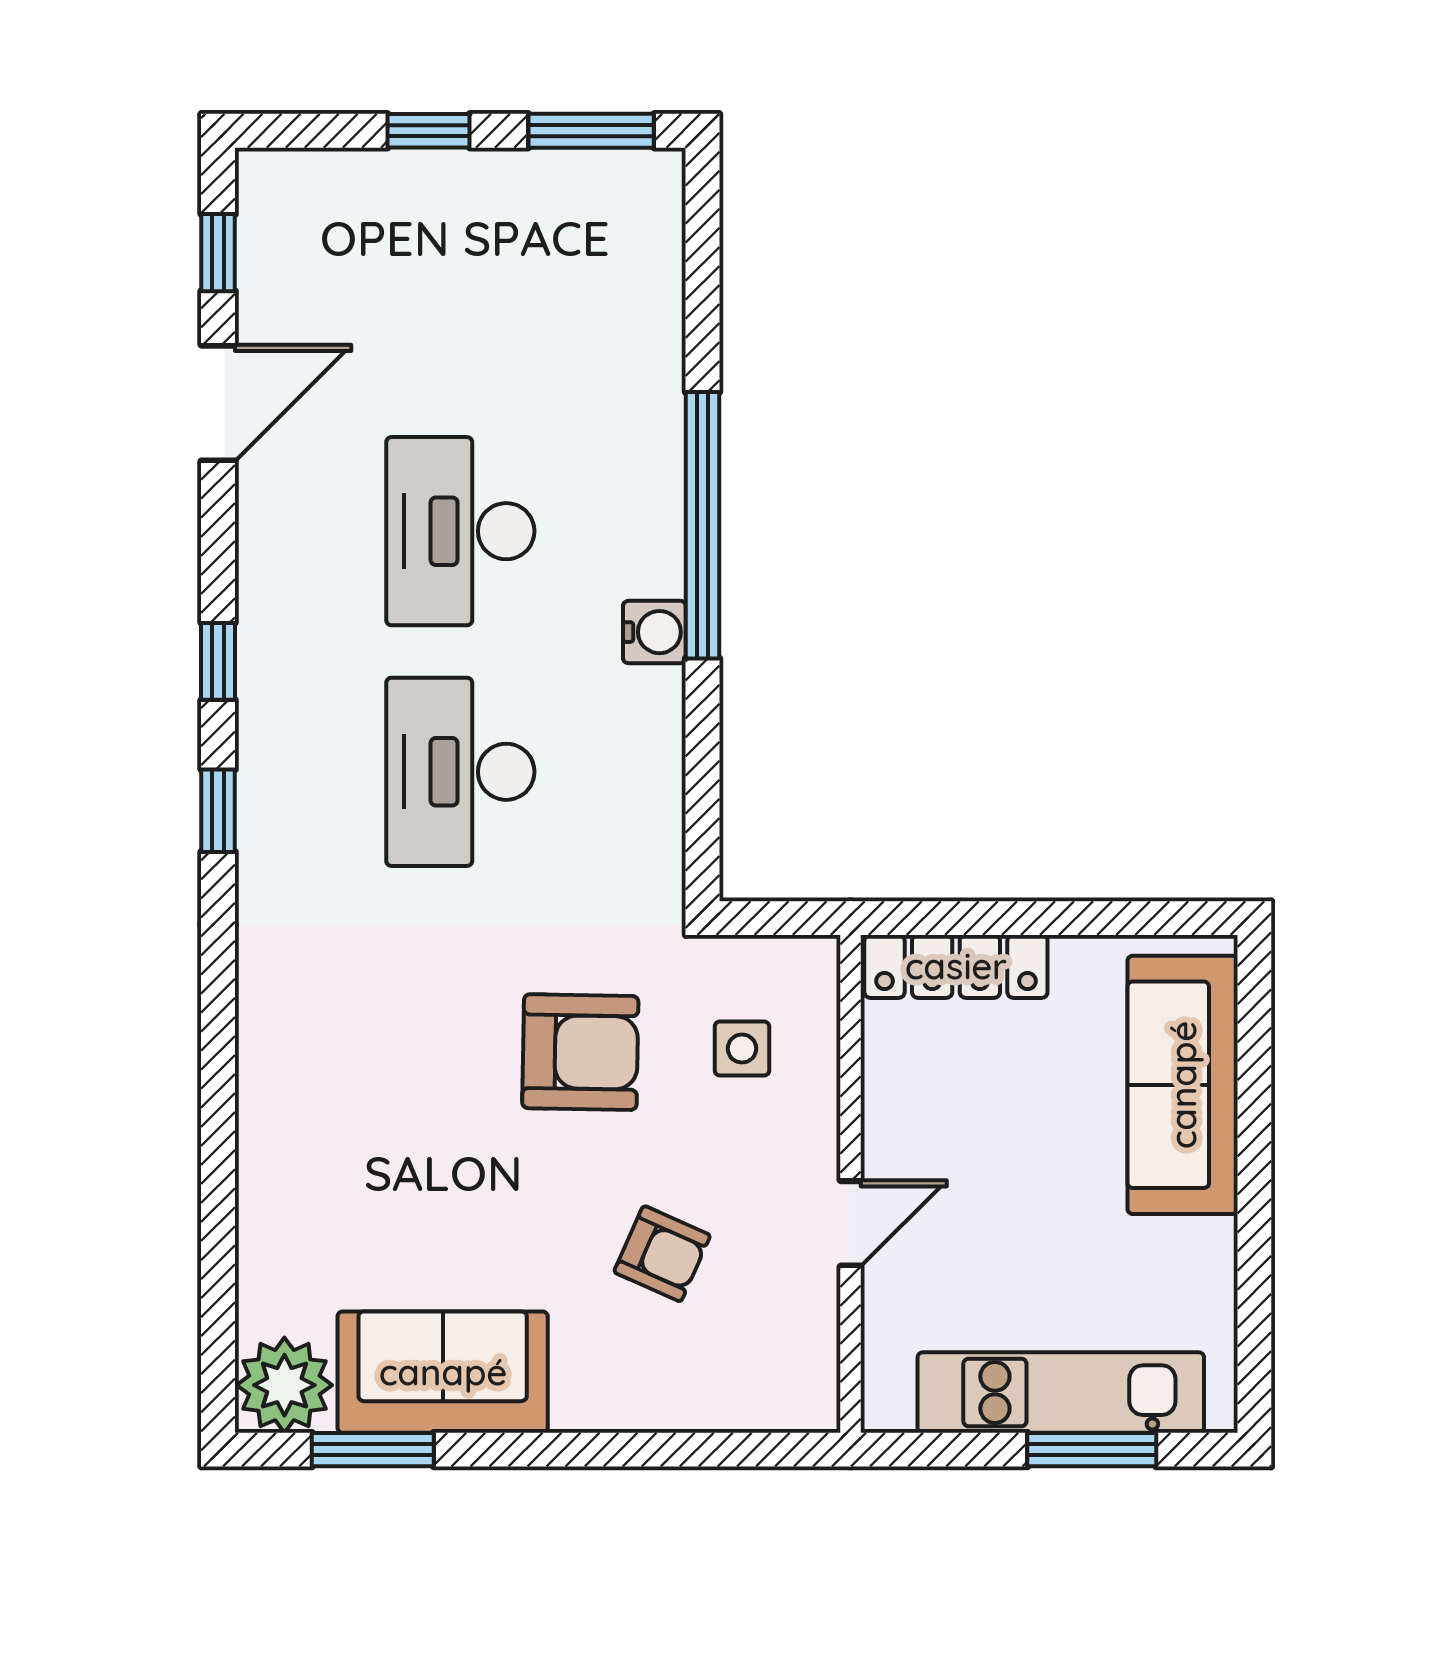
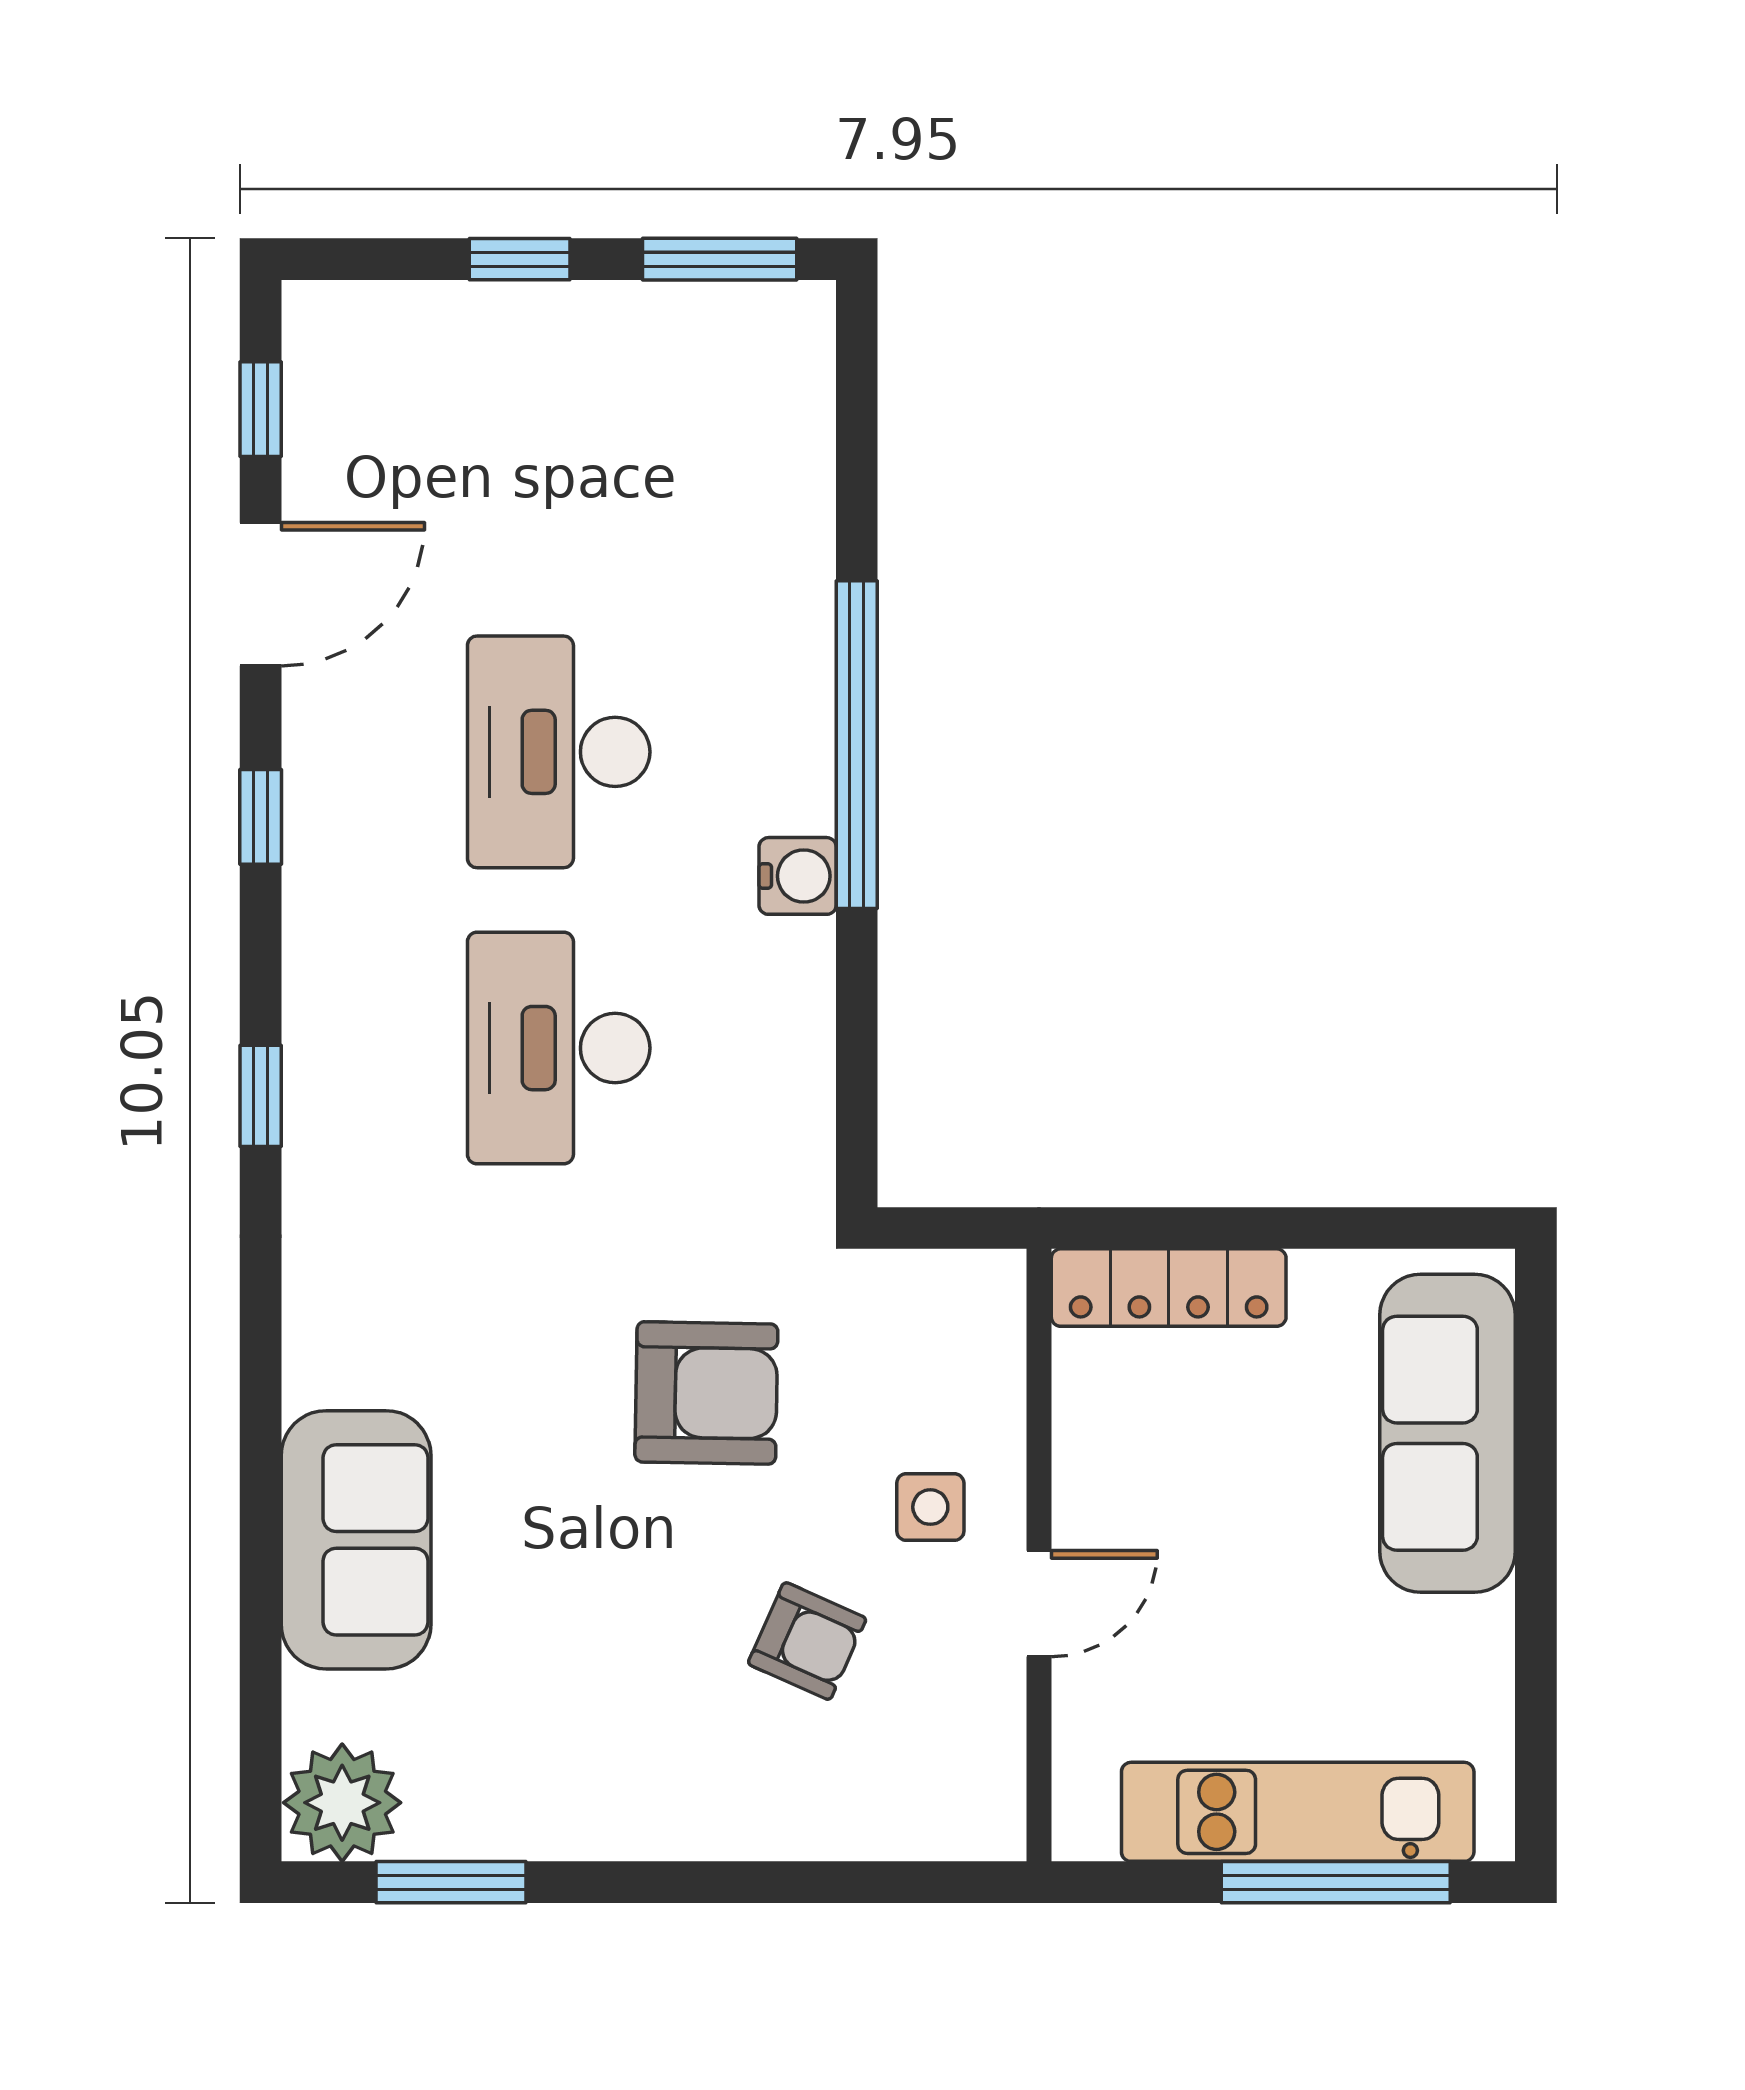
window: (218, 661) -> (261, 817), moved
side table: (742, 1049) -> (930, 1507), moved
sofa: (443, 1372) -> (356, 1540), moved, turned 90
window: (1092, 1450) -> (1336, 1882), width x1.44

